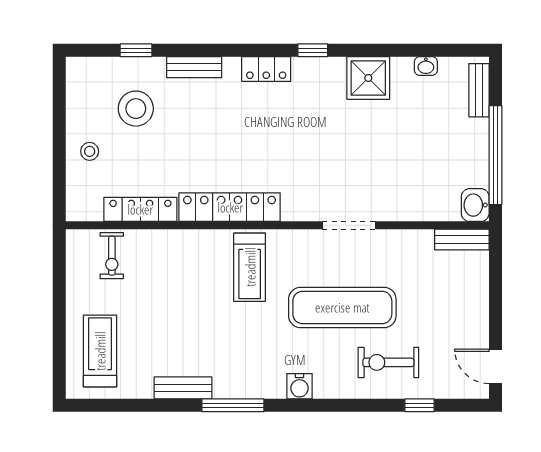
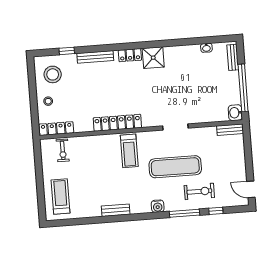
window: (313, 50) -> (152, 44), removed
bench: (194, 67) -> (95, 57), width x1.36
shower: (368, 78) -> (153, 58), moved
stool: (136, 109) -> (53, 74), moved
locker: (140, 209) -> (56, 129), moved
exercise bike: (388, 362) -> (199, 191), turned 180
bench: (183, 388) -> (116, 210), moved
window: (233, 405) -> (184, 213), moved

